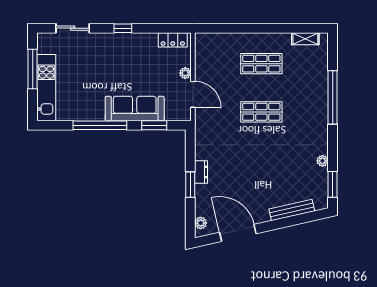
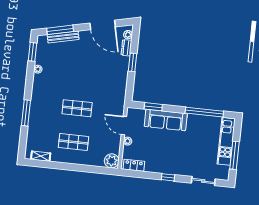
plant: (205, 43) -> (112, 161), added
window: (333, 97) -> (26, 113), width x0.68
window: (100, 125) -> (204, 112), moved
dresser: (201, 172) -> (126, 48), moved
window: (297, 220) -> (60, 30), added

